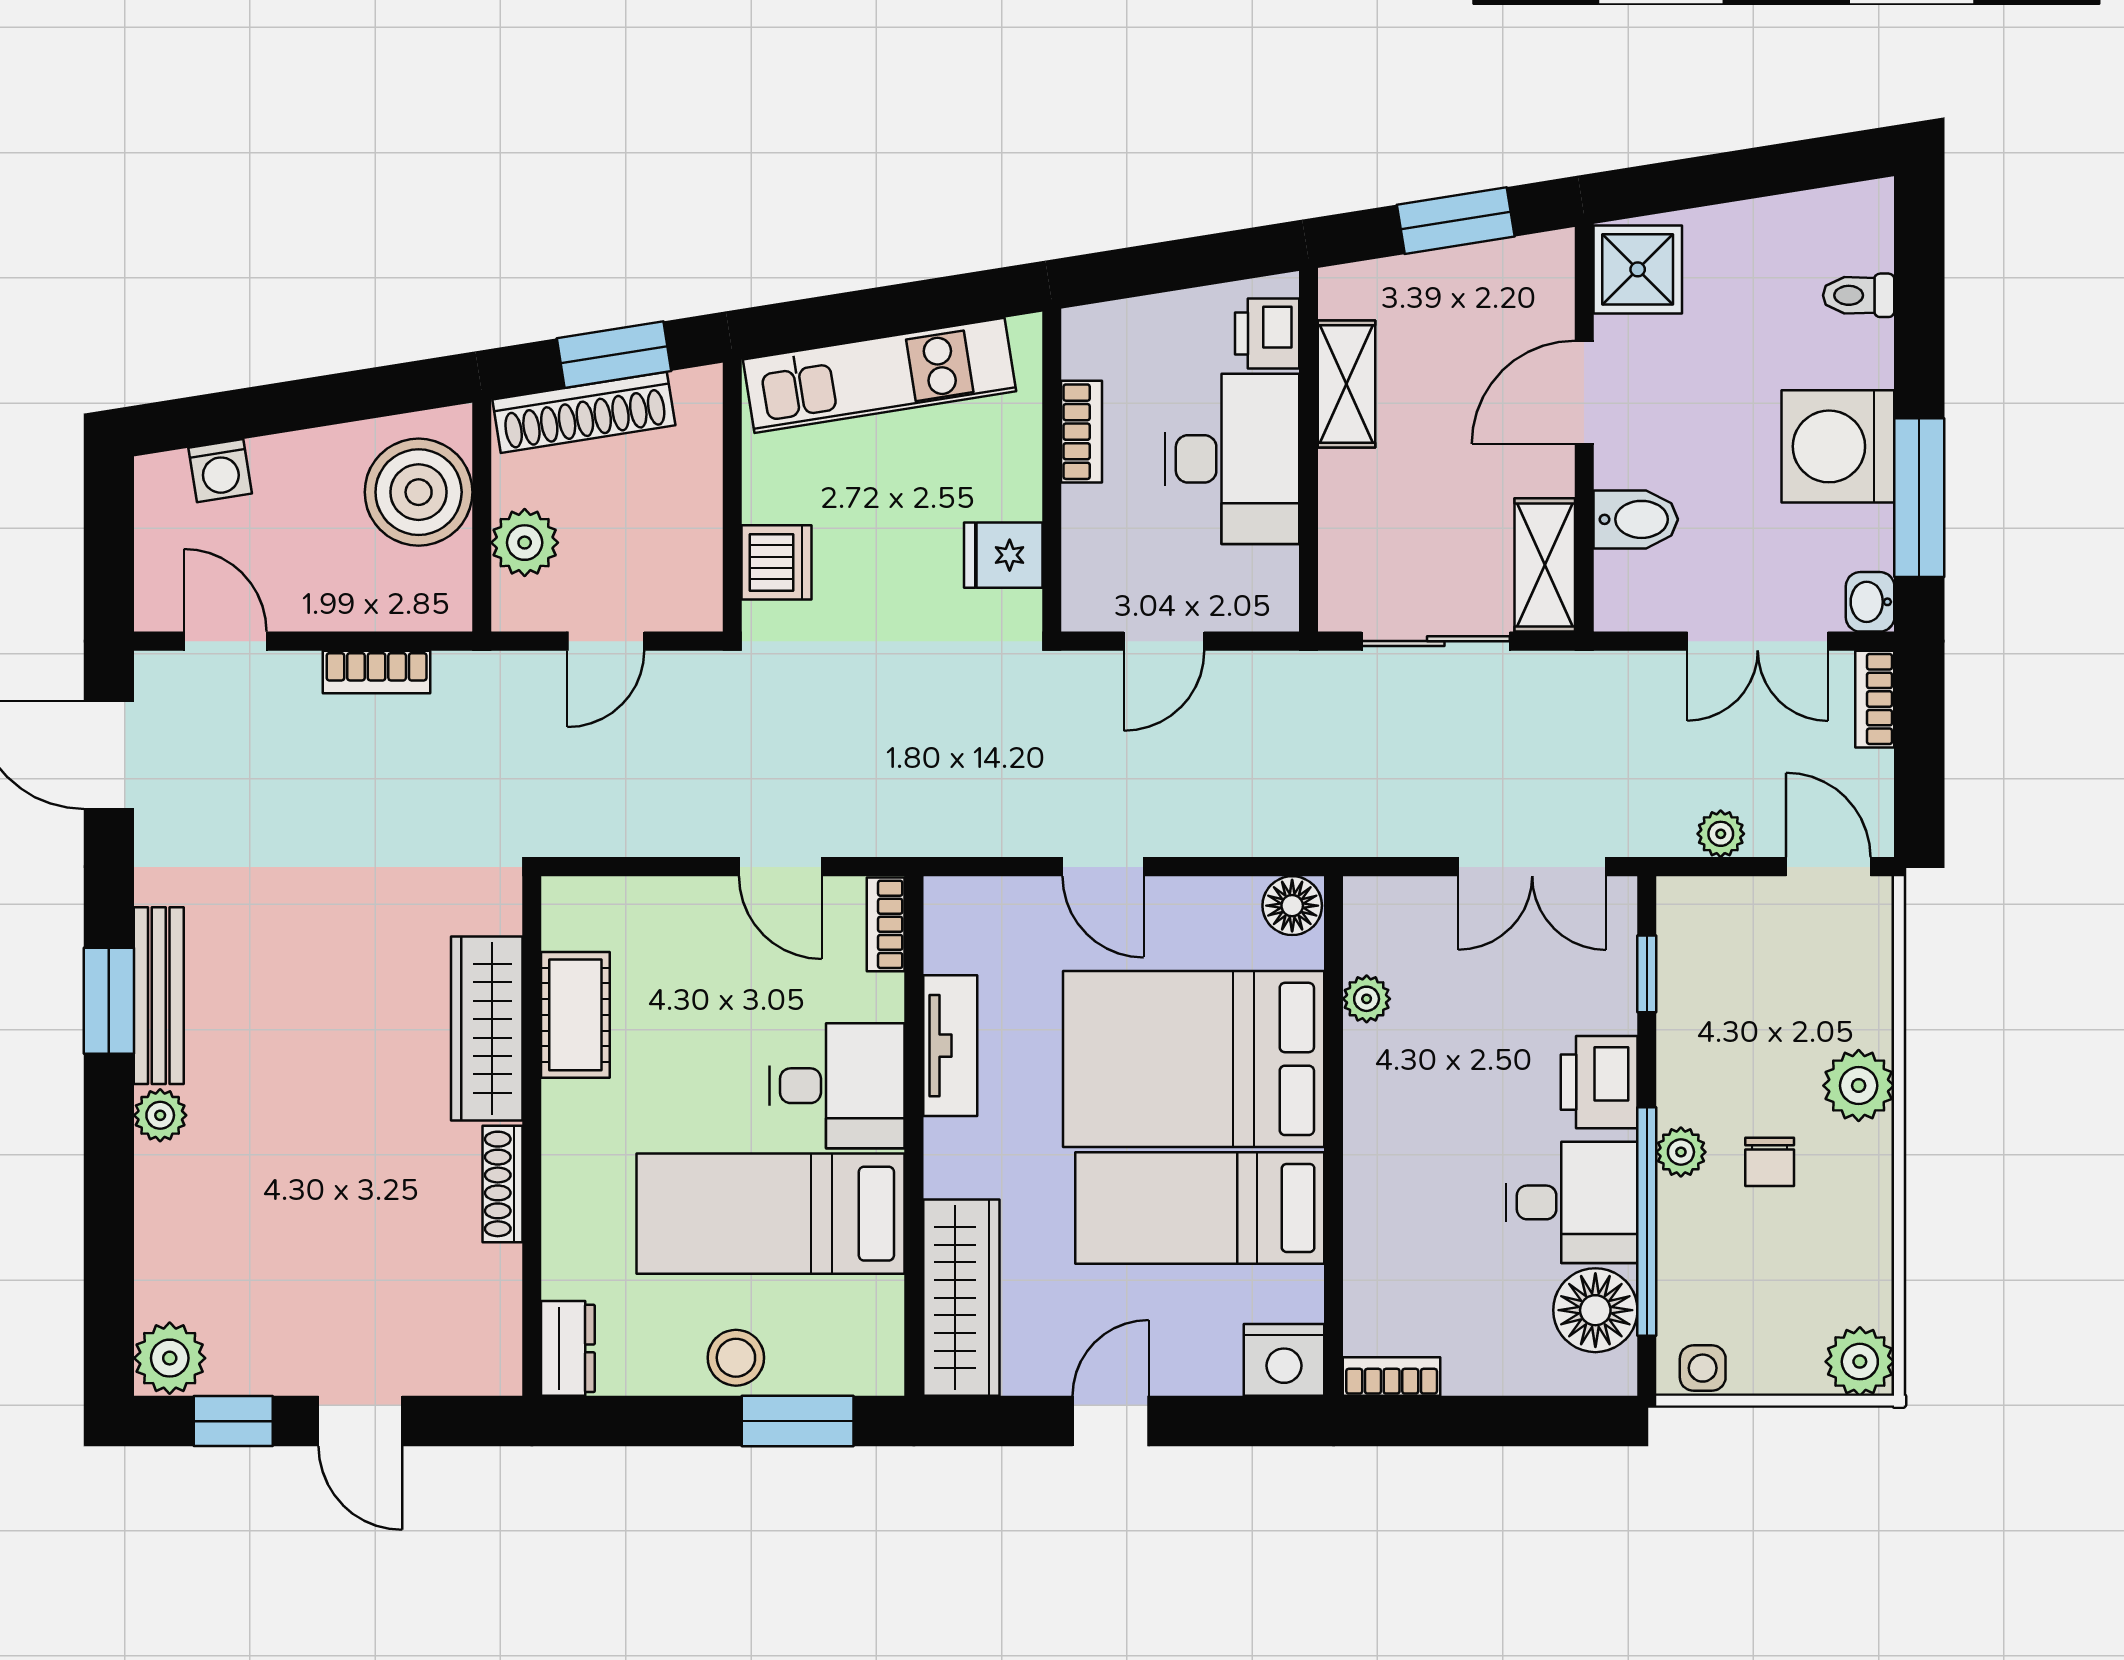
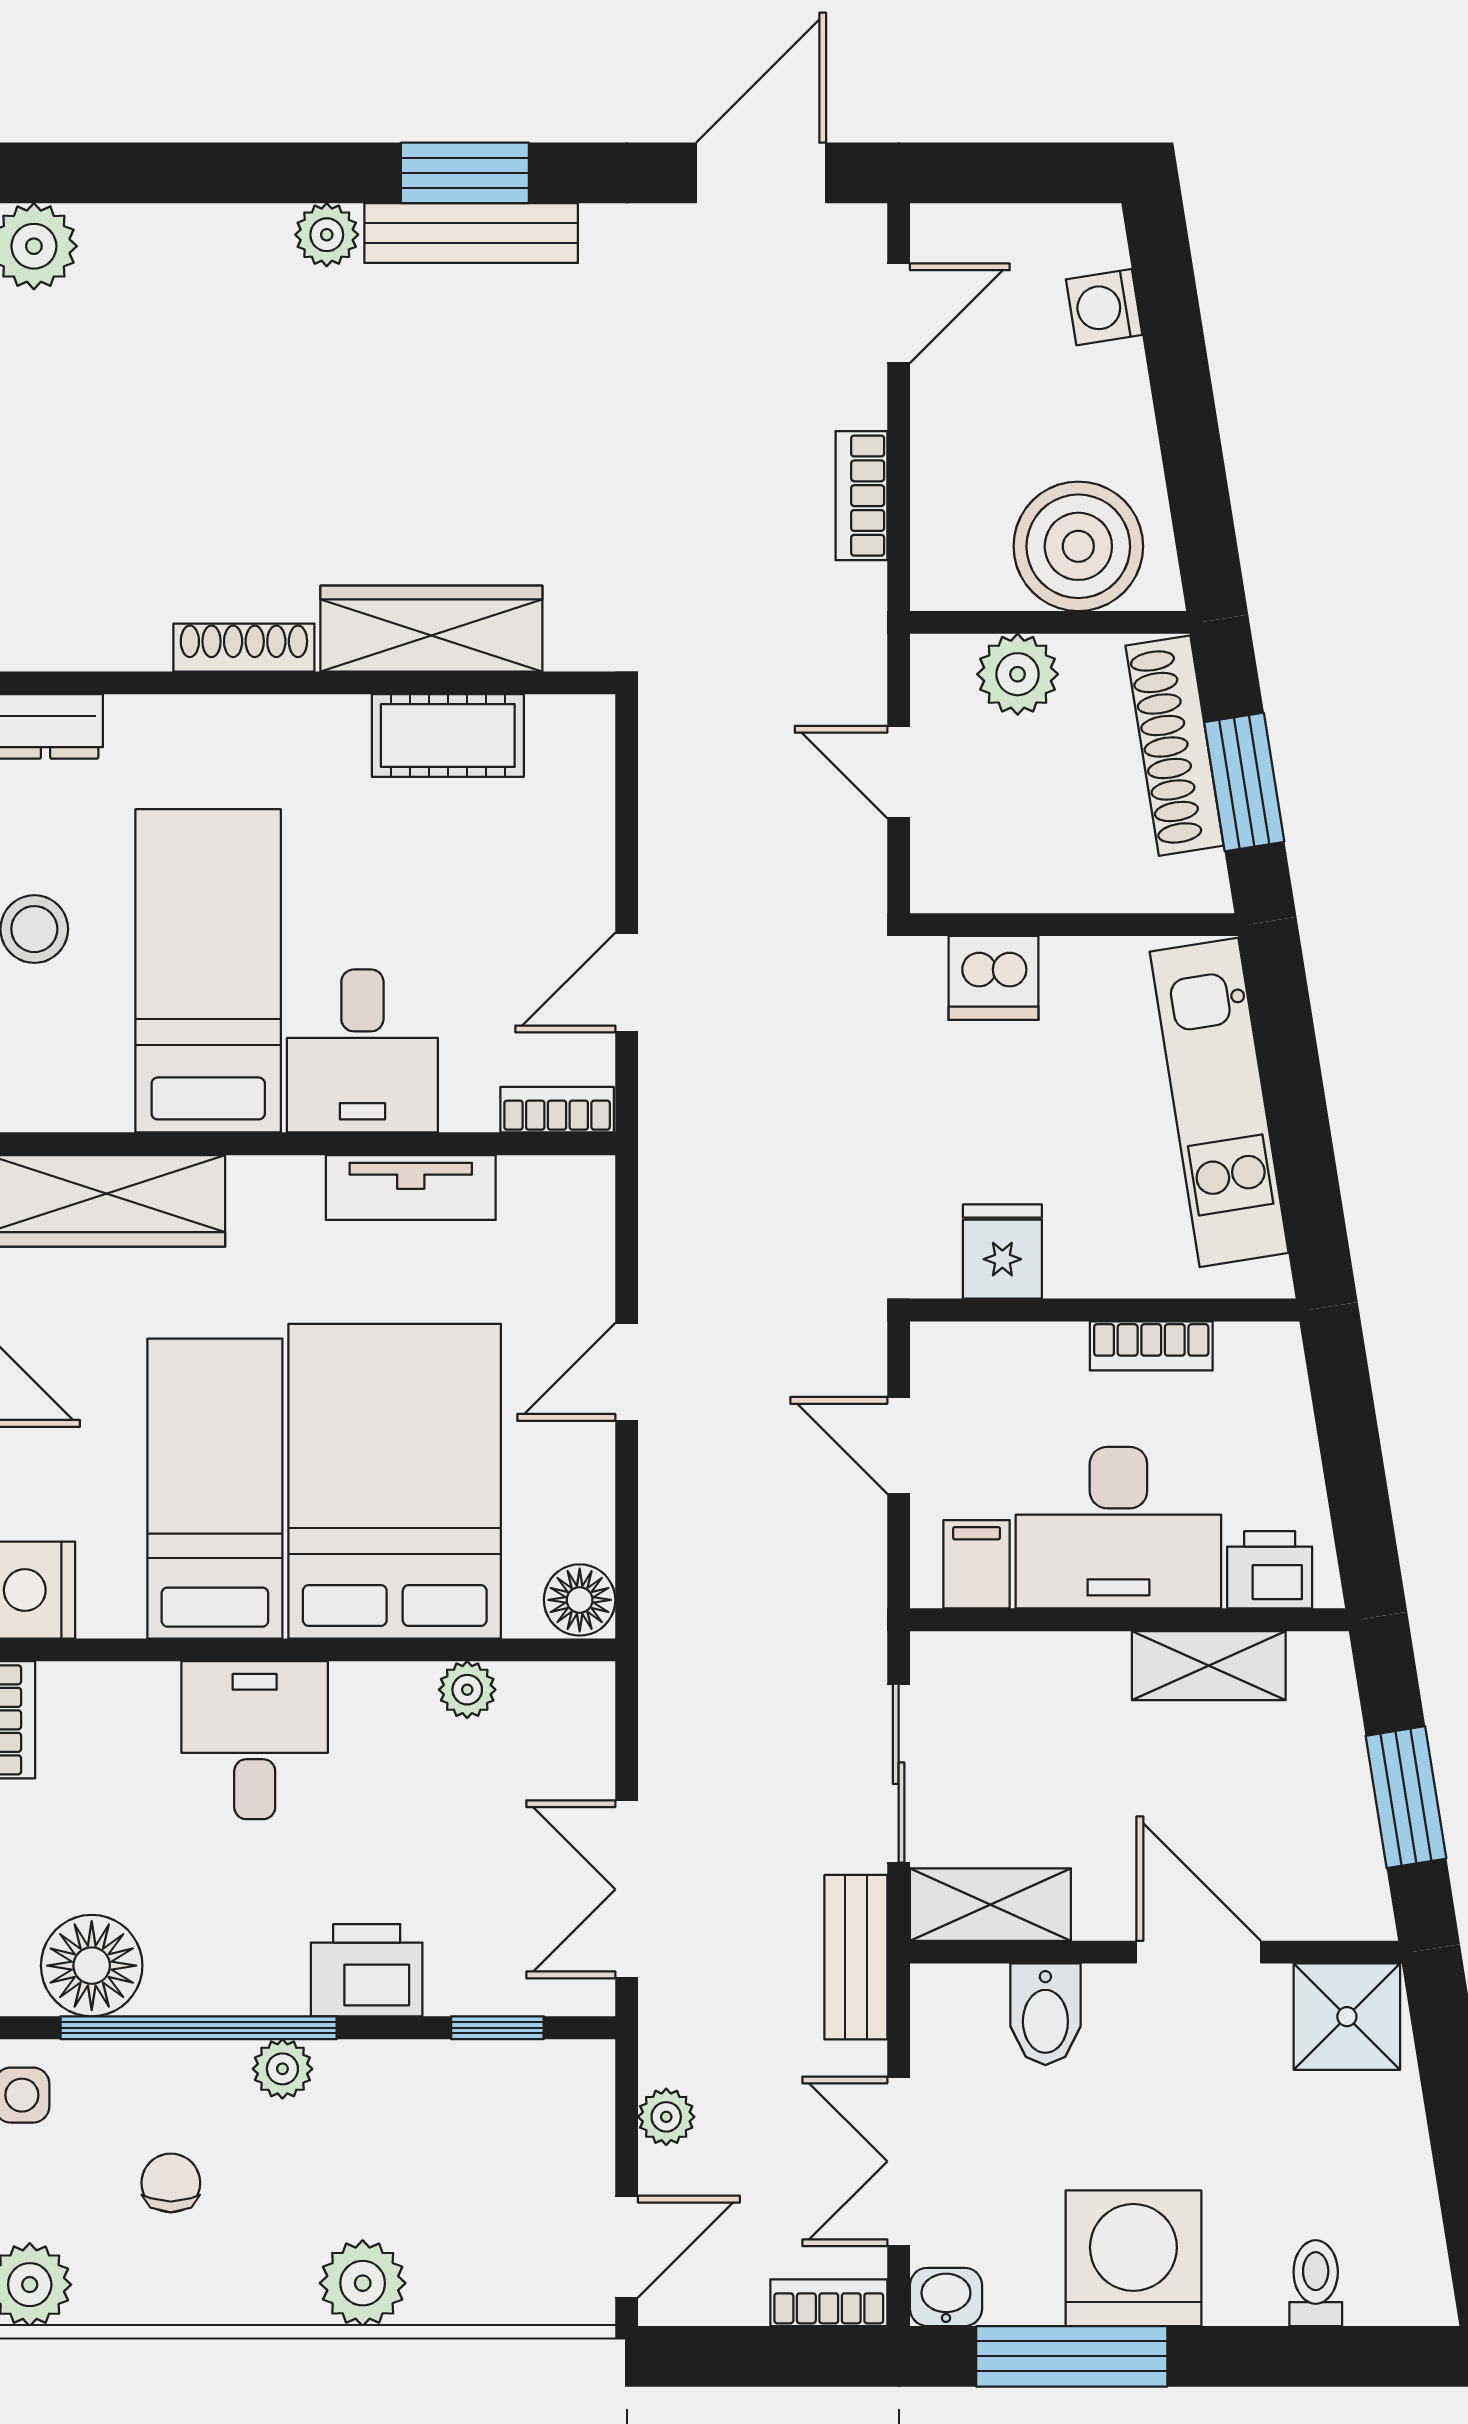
filing cabinet: (1263, 577) -> (977, 1564), added
bench: (1588, 677) -> (856, 1957), added
chair: (1770, 1162) -> (171, 2183), moved, turned 90
desk: (1572, 1202) -> (255, 1740), moved, turned 180

